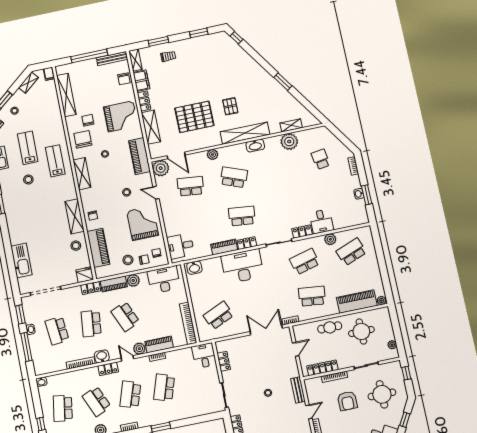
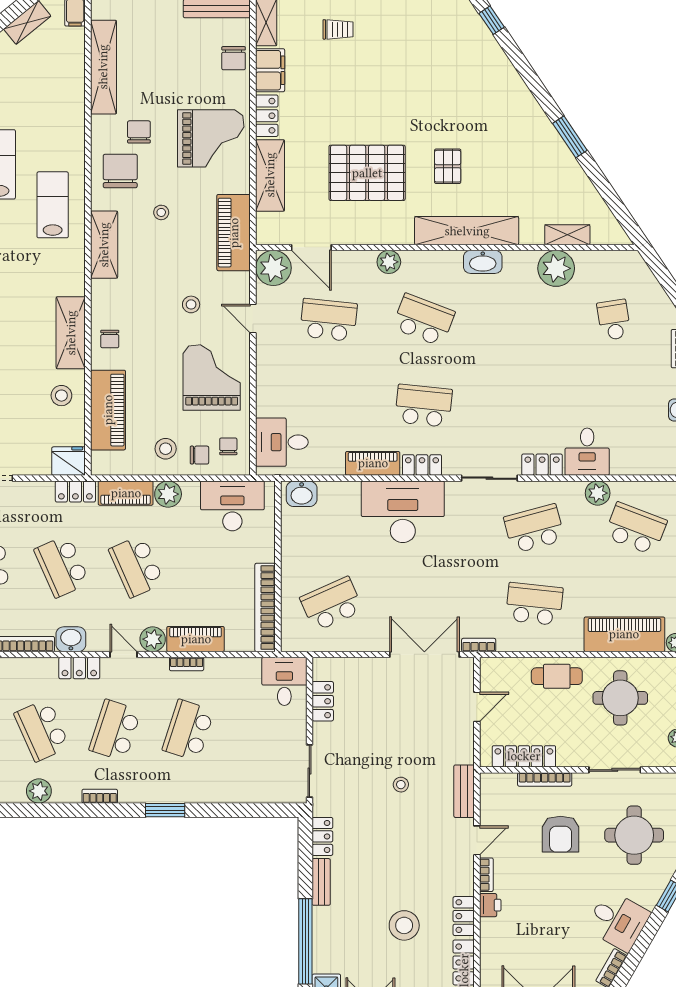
school desk: (351, 252) -> (636, 529), turned 42
school desk: (91, 324) -> (62, 566), turned -30

